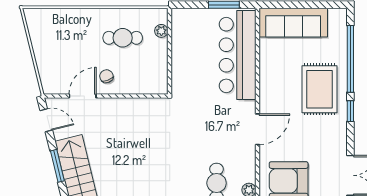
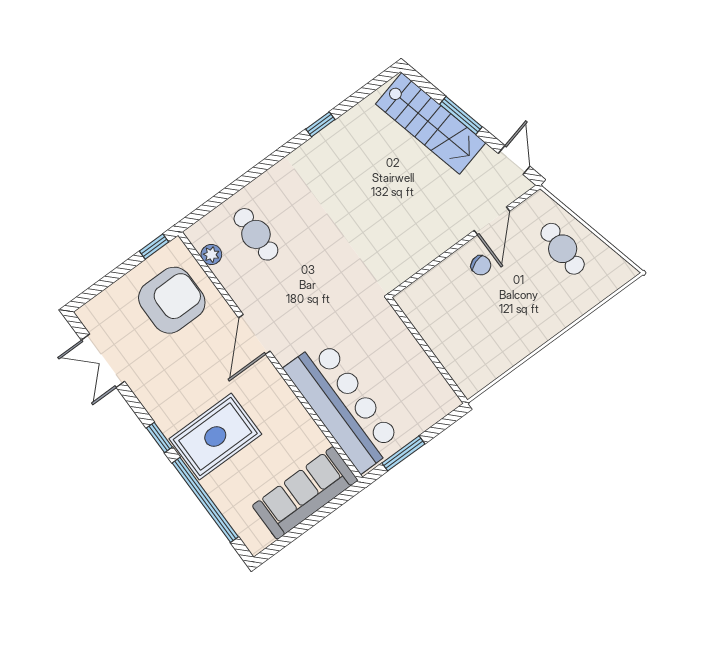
plant: (161, 31) -> (455, 367), removed
cafe table: (123, 38) -> (563, 249), moved, turned 90
rug: (320, 89) -> (215, 437), turned 90
door: (46, 120) -> (514, 160), swing flipped

